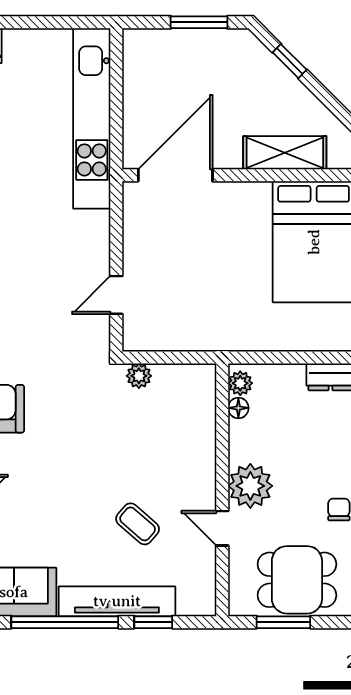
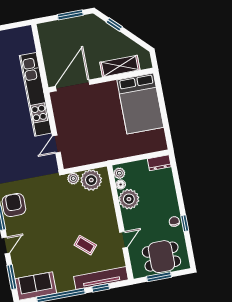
kitchen unit: (92, 118) -> (35, 94), moved
plant: (177, 386) -> (91, 180), added
plant: (250, 486) -> (129, 199), moved
door: (222, 528) -> (124, 240), swing flipped
tv unit: (117, 601) -> (101, 278), moved

